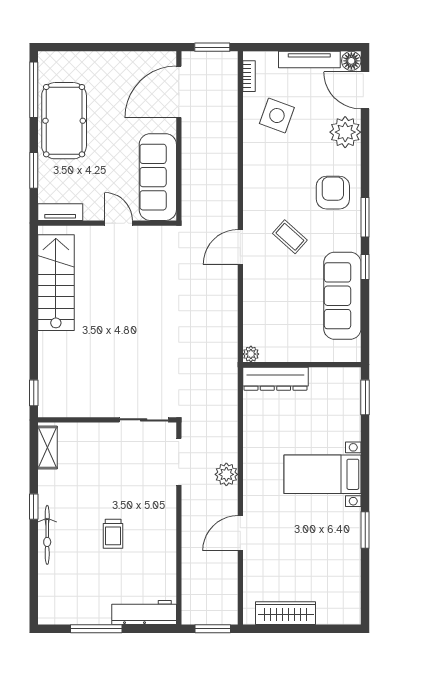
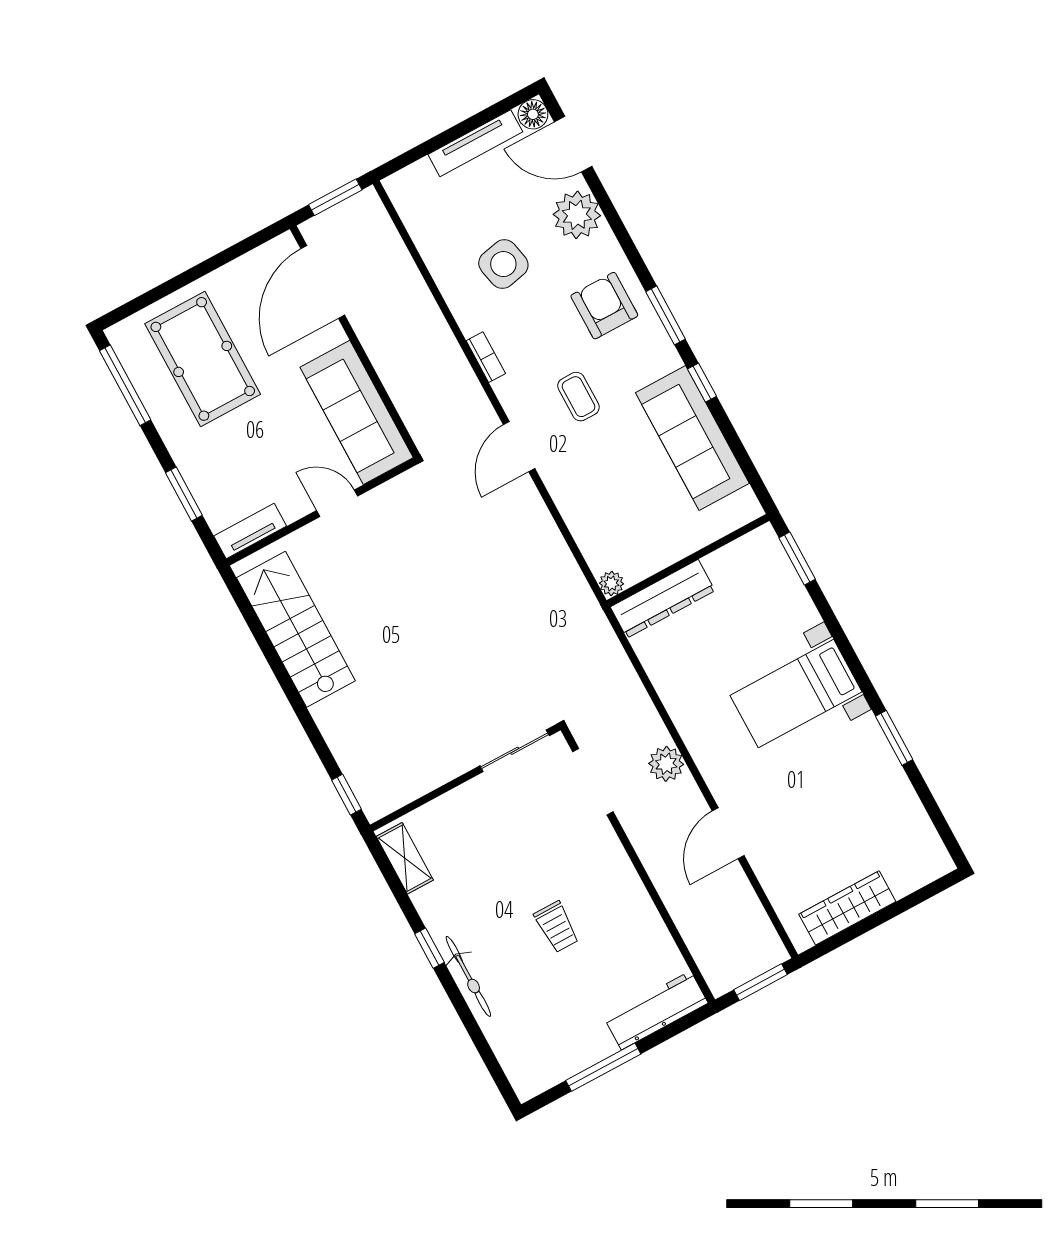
bookcase: (249, 76) -> (486, 357), moved
side table: (277, 116) -> (503, 264), moved, turned -32
pool table: (64, 121) -> (203, 359), moved
coffee table: (290, 237) -> (578, 397), turned 48

